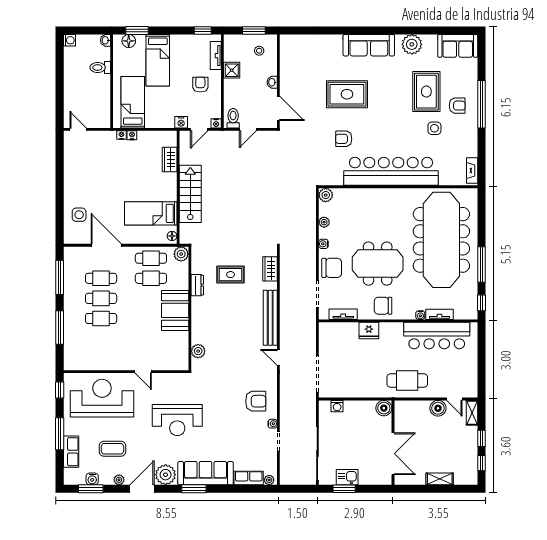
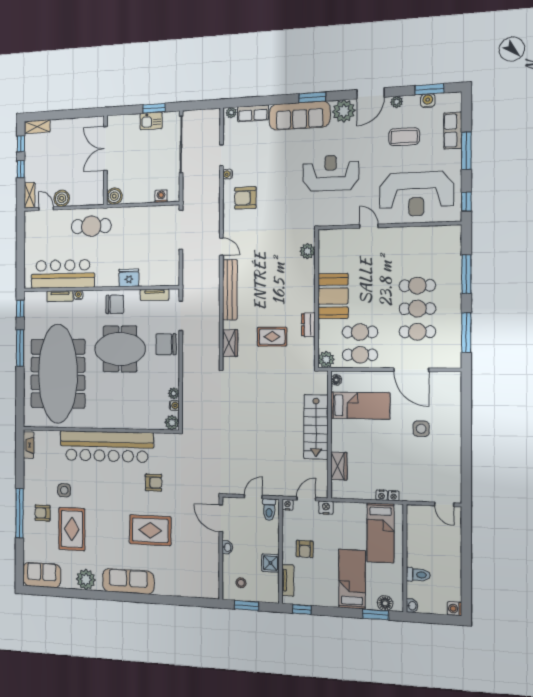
side table: (79, 215) -> (421, 429), moved
water cooler: (323, 244) -> (174, 405), moved
shelving: (440, 479) -> (37, 127), moved

